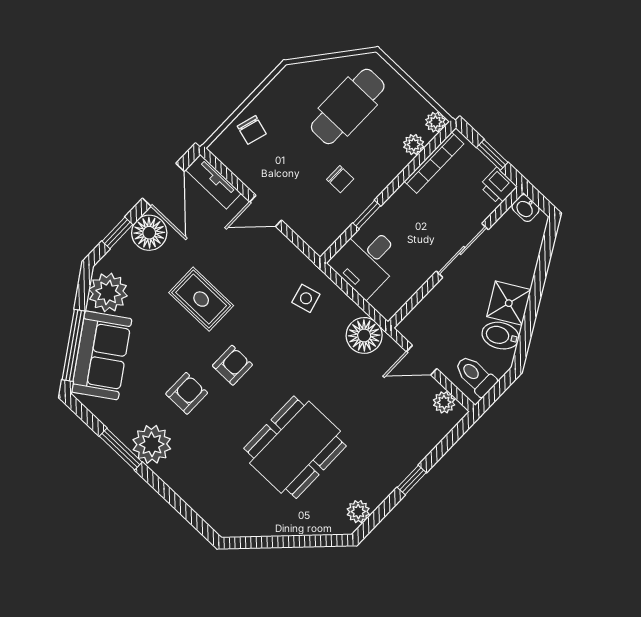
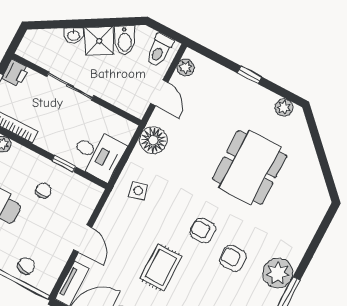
washbasin: (526, 208) -> (74, 35), moved, turned 60
dining table: (295, 447) -> (250, 167), turned 90

